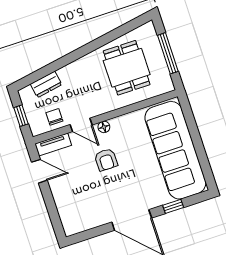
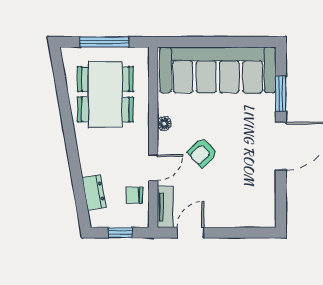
dining table: (127, 68) -> (105, 94), width x1.37
floor lamp: (104, 127) -> (164, 124), moved
armchair: (106, 160) -> (202, 153), turned 137
window: (173, 206) -> (281, 94), width x1.50

